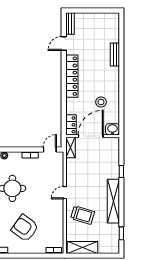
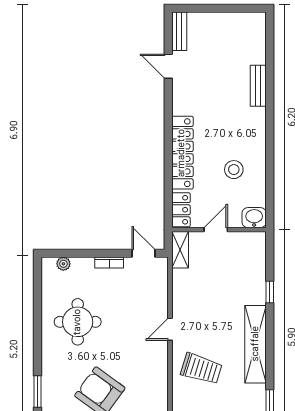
door: (64, 43) -> (168, 66), hinge flipped
locker: (72, 76) -> (182, 153), moved
door: (91, 136) -> (216, 230), width x0.53
door: (50, 149) -> (143, 253), hinge flipped

